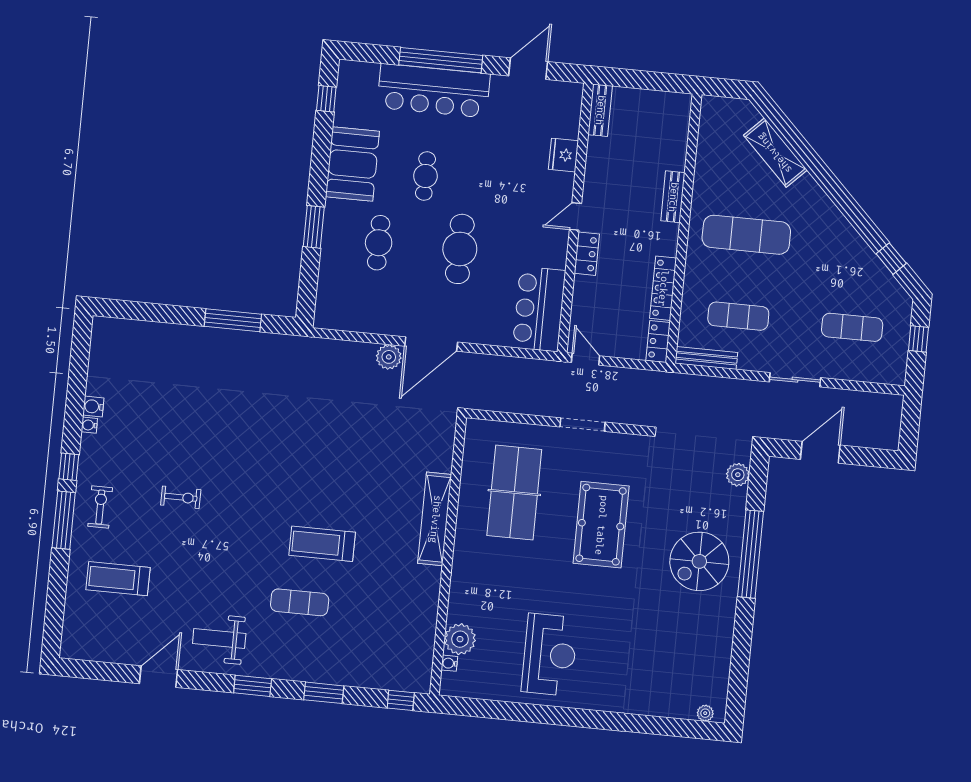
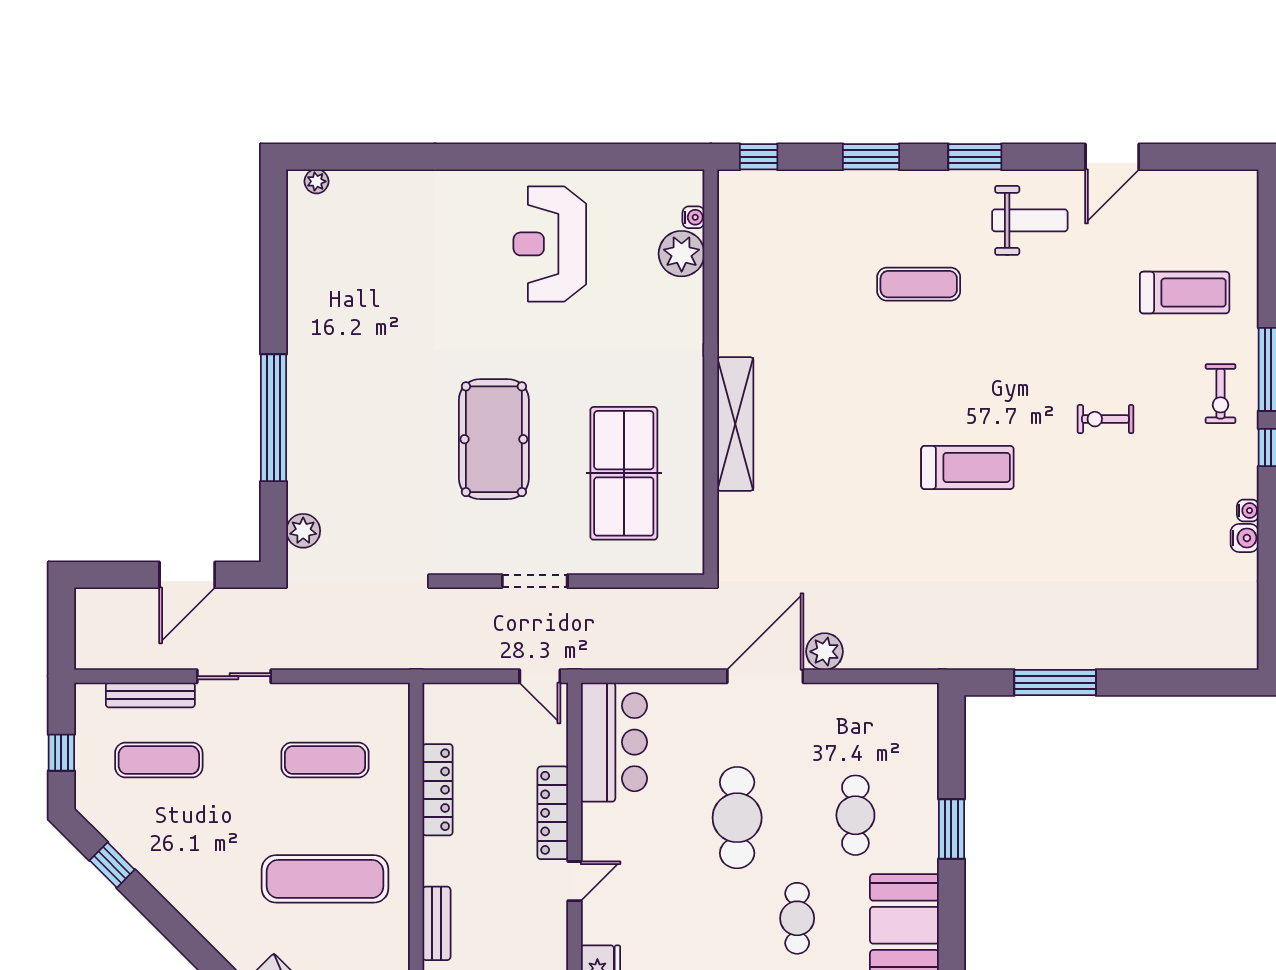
locker: (587, 254) -> (553, 813), width x1.53
locker: (658, 341) -> (437, 712), removed
bench: (706, 358) -> (150, 695), moved
treadmill: (322, 544) -> (967, 467), moved
spiral stairs: (699, 561) -> (347, 400), removed

